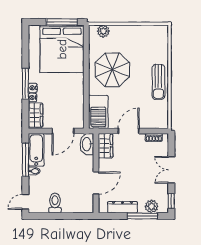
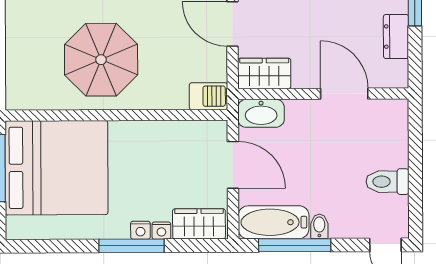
plant: (103, 31) -> (18, 79), removed
barbecue: (98, 112) -> (208, 96), width x0.53, depth x0.65
dresser: (122, 207) -> (396, 37), width x0.70

